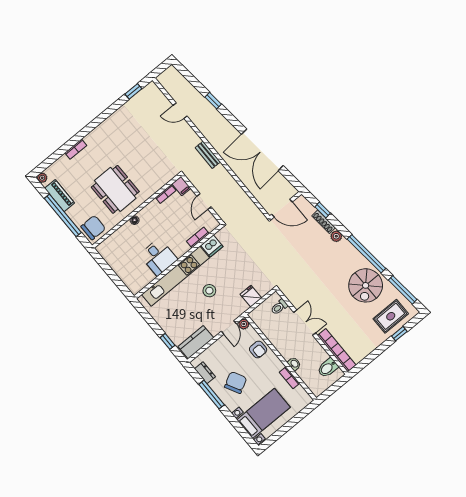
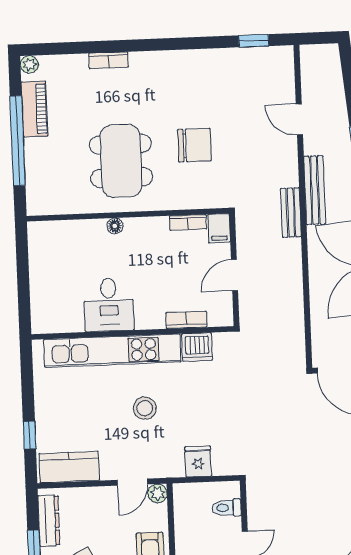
bench: (211, 137) -> (315, 190), added
chair: (93, 228) -> (194, 145), moved
dresser: (205, 373) -> (49, 521), width x1.44

